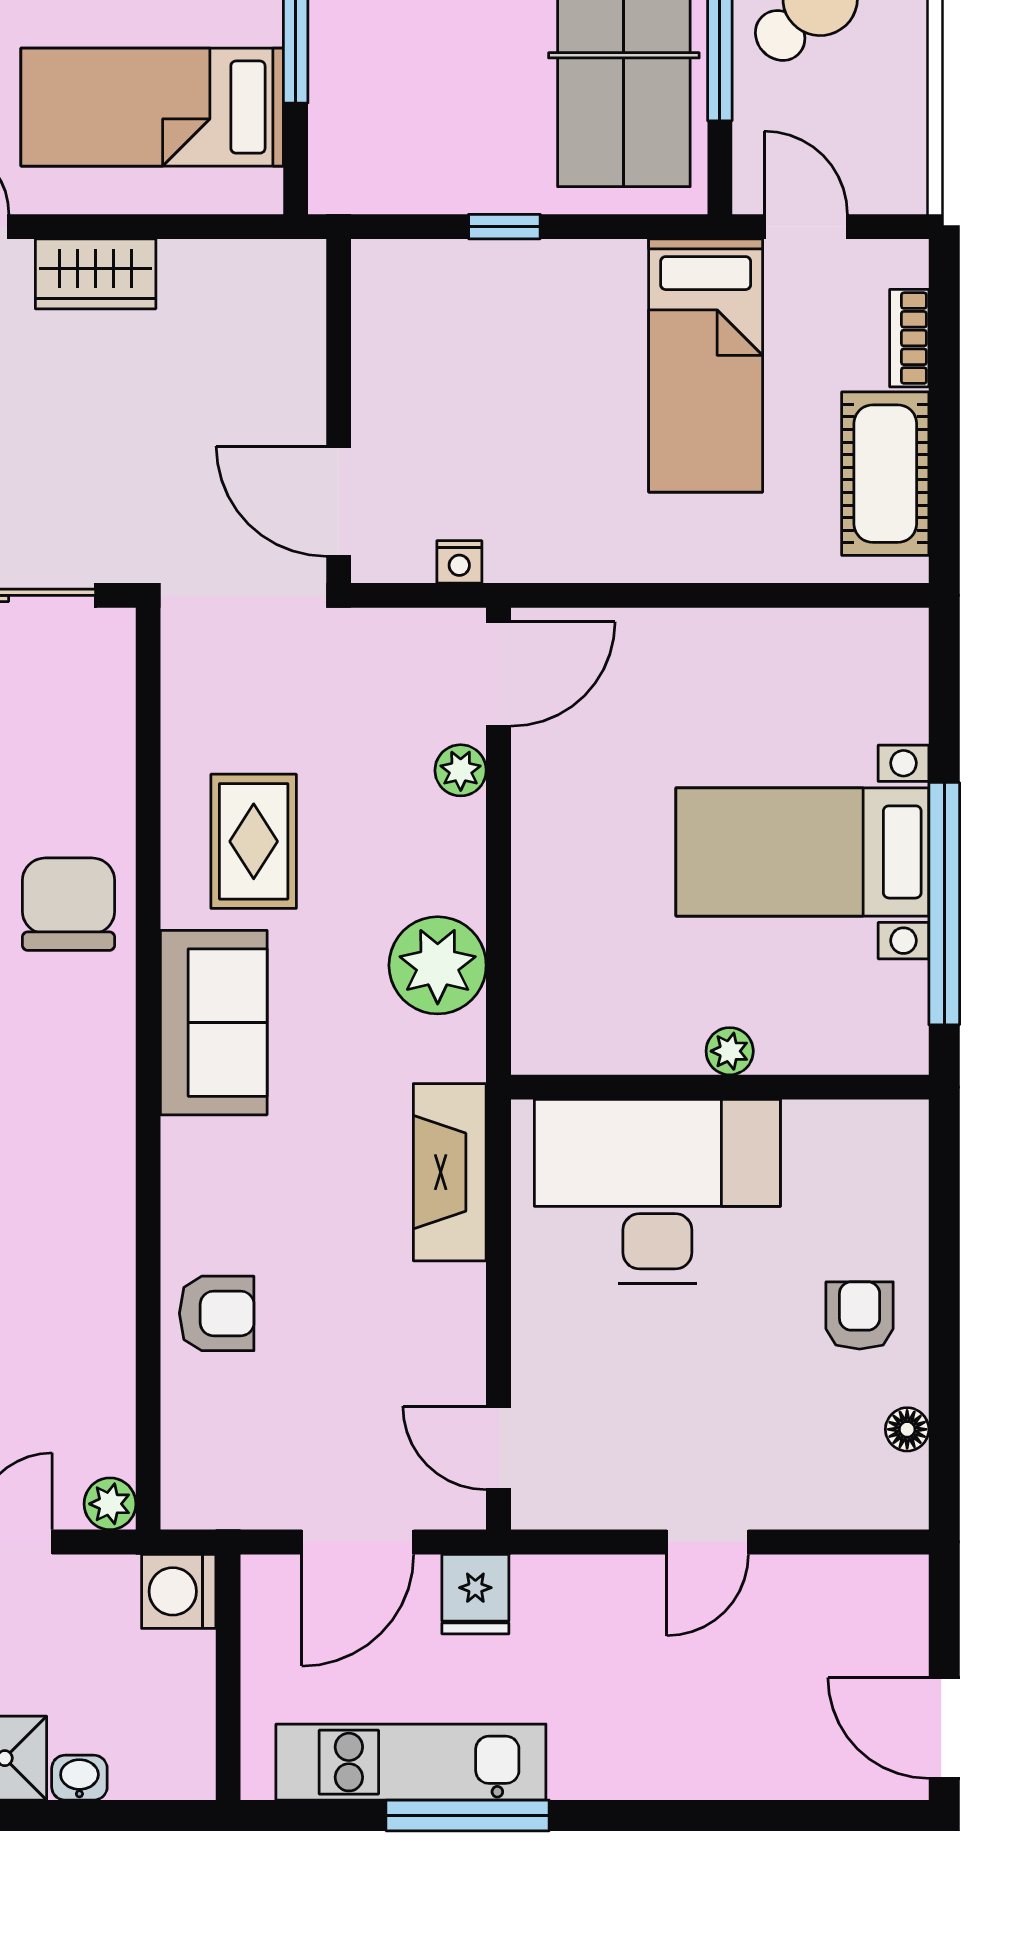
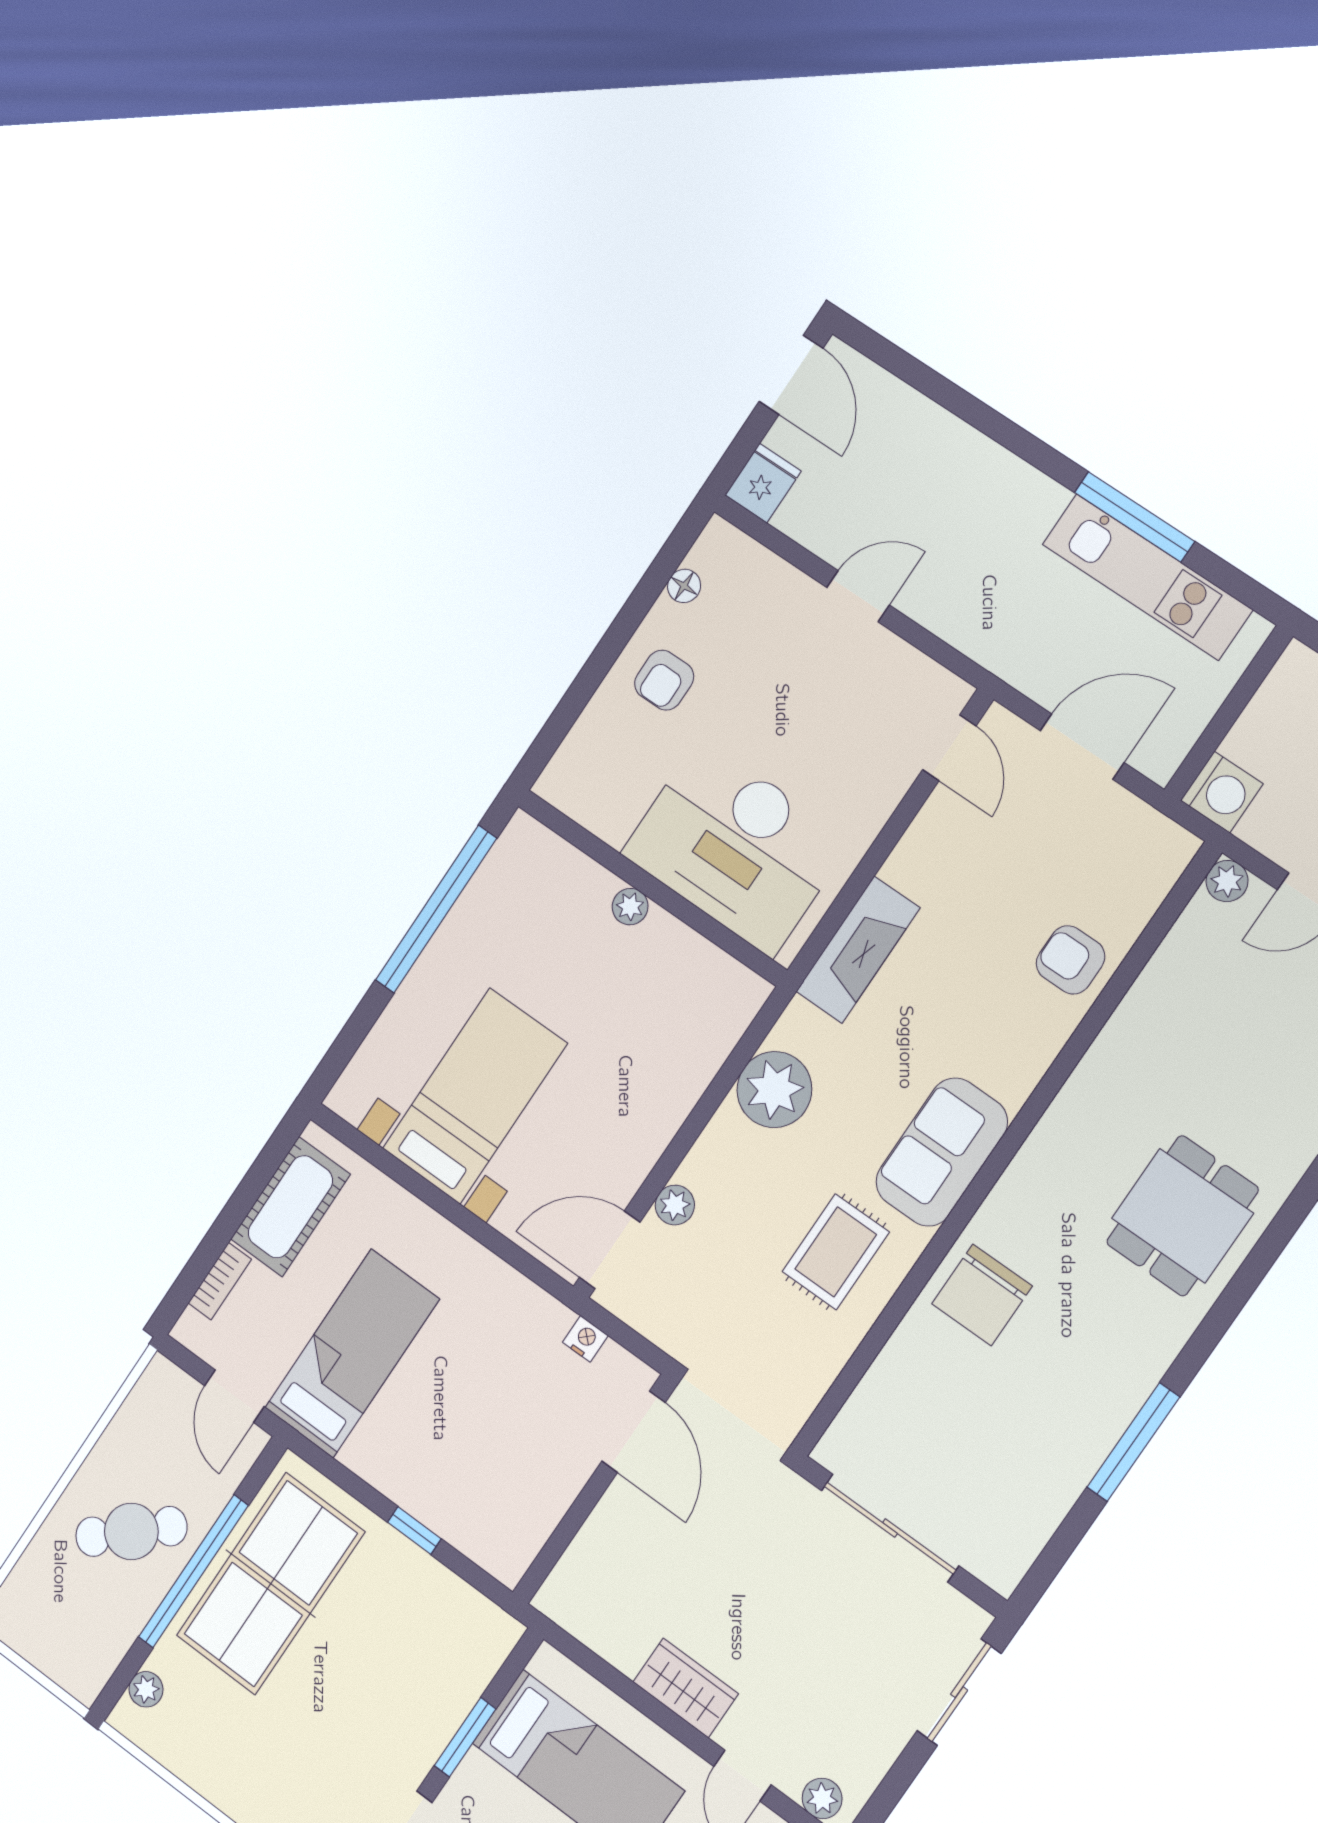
bed with nightstands: (802, 852) -> (475, 1096), moved, turned -90
fridge: (475, 1594) -> (763, 483), moved

